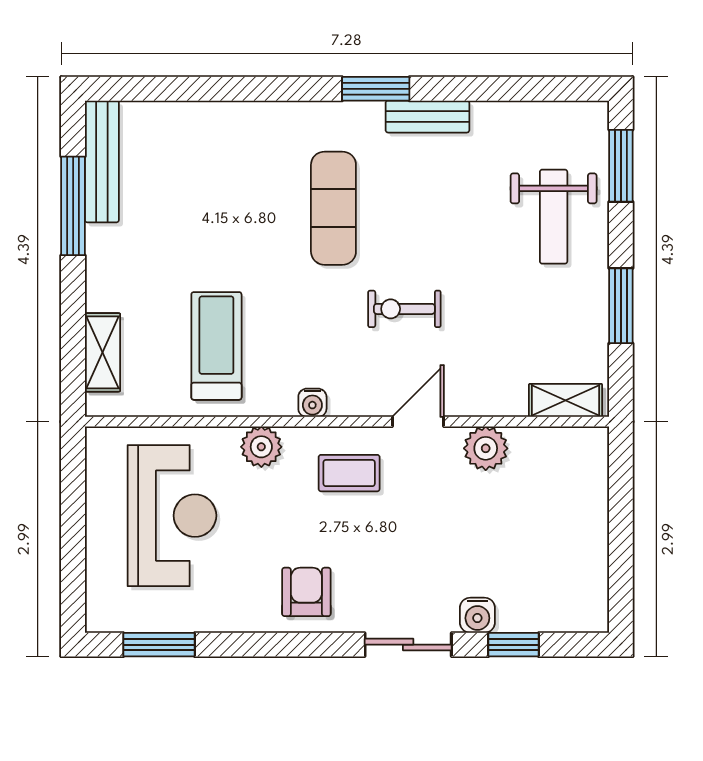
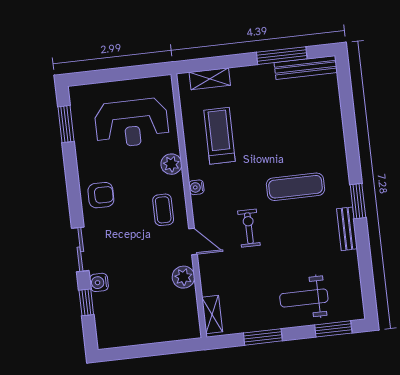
treadmill: (216, 346) -> (220, 136), turned -90

